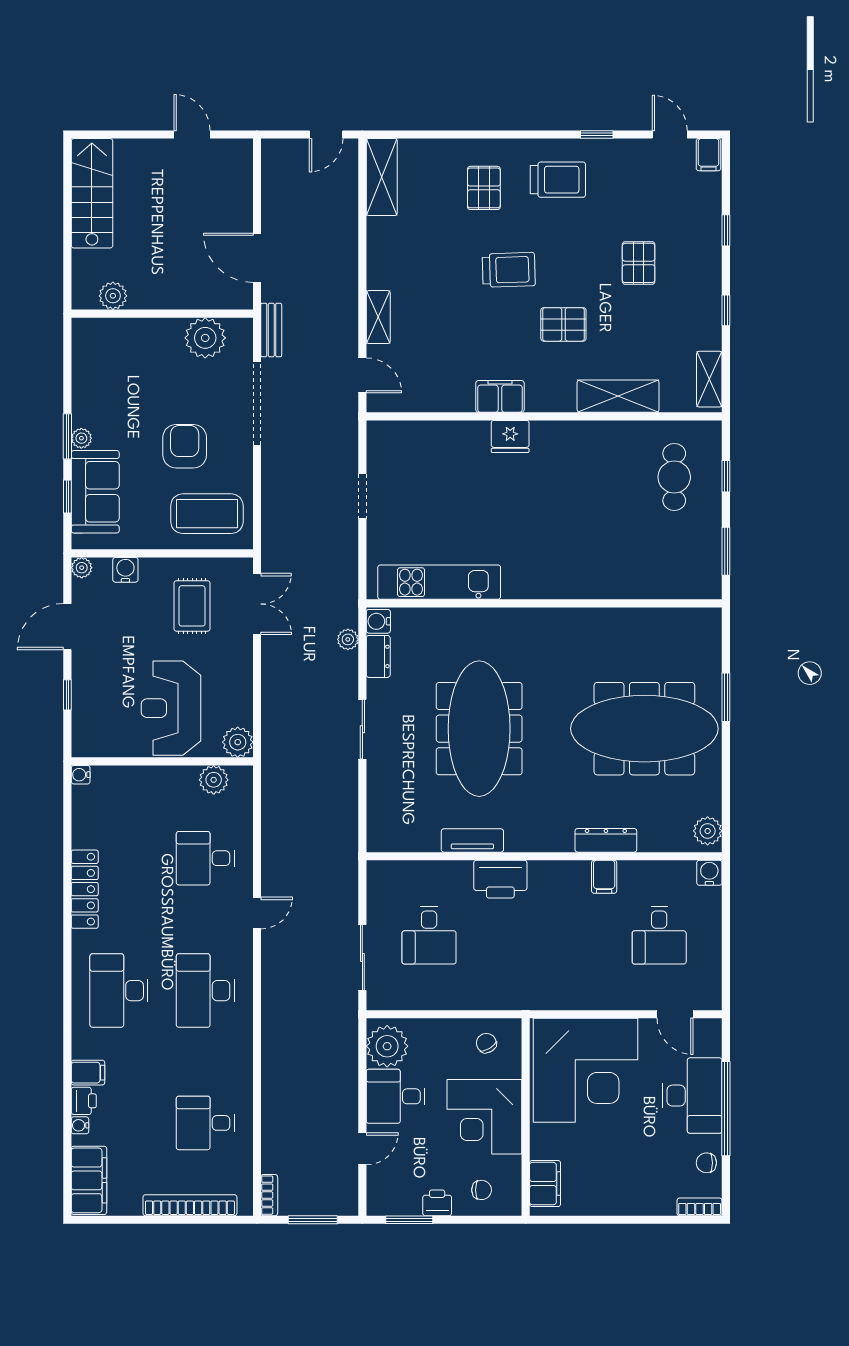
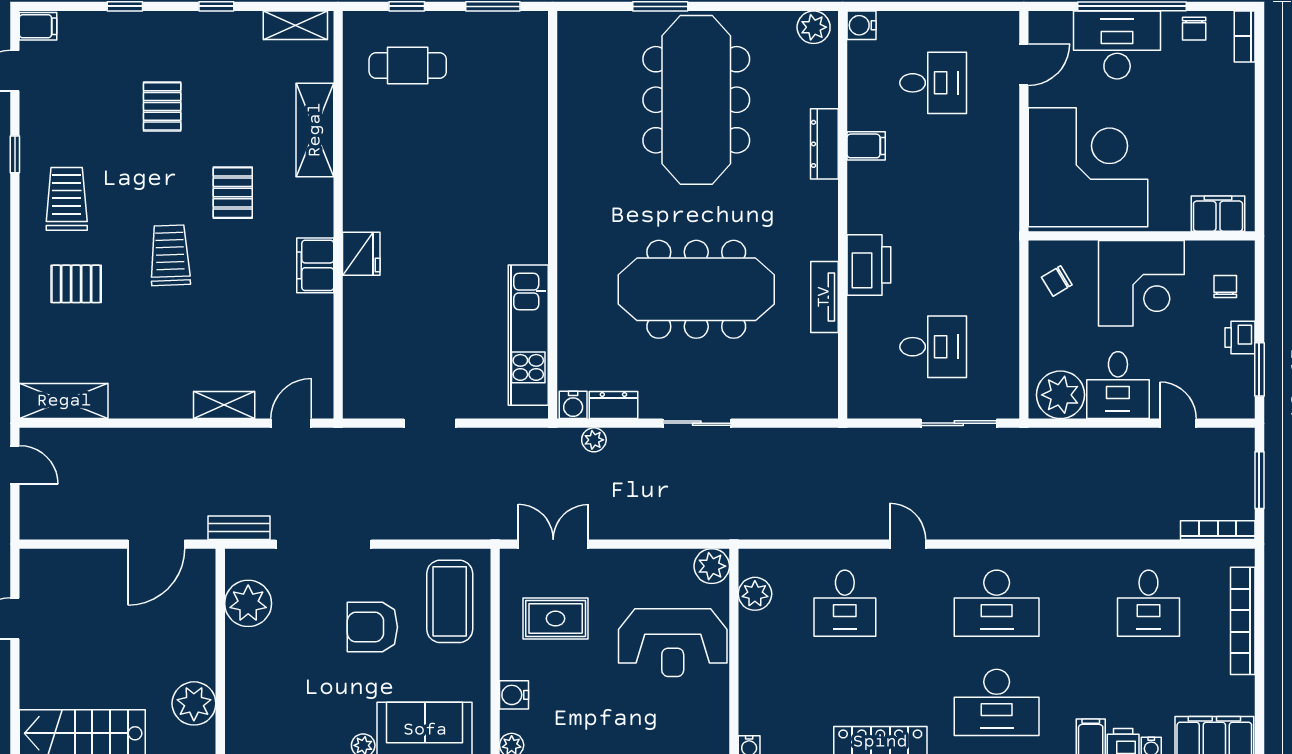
pallet: (639, 263) -> (162, 106), turned 90
plant: (113, 296) -> (194, 703), width x1.36, depth x1.36
bookcase: (269, 1195) -> (1218, 530), width x1.56

